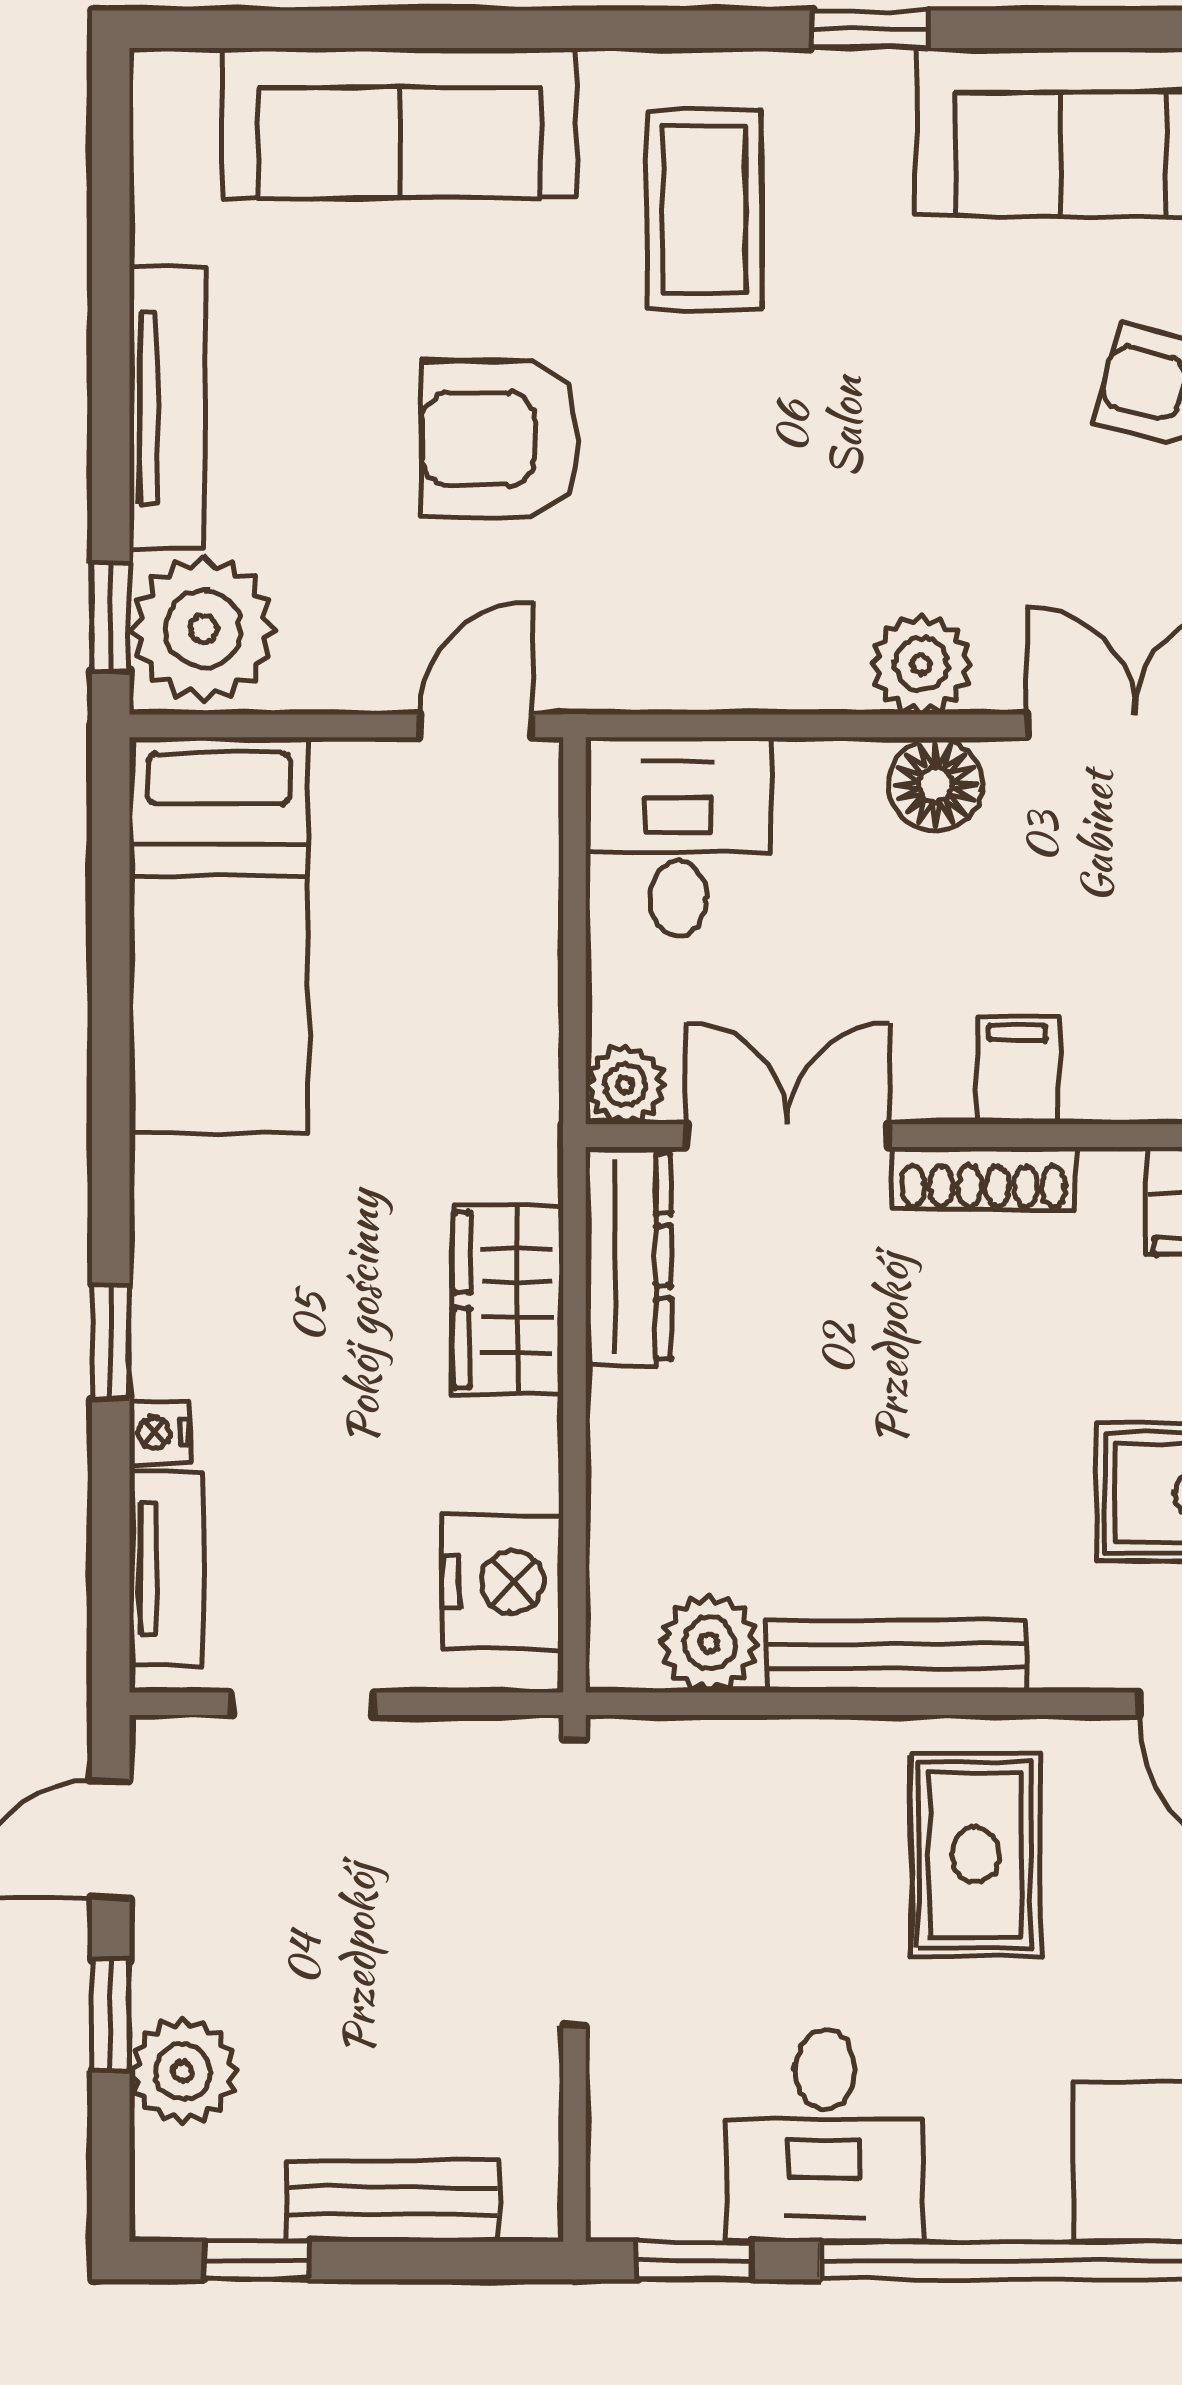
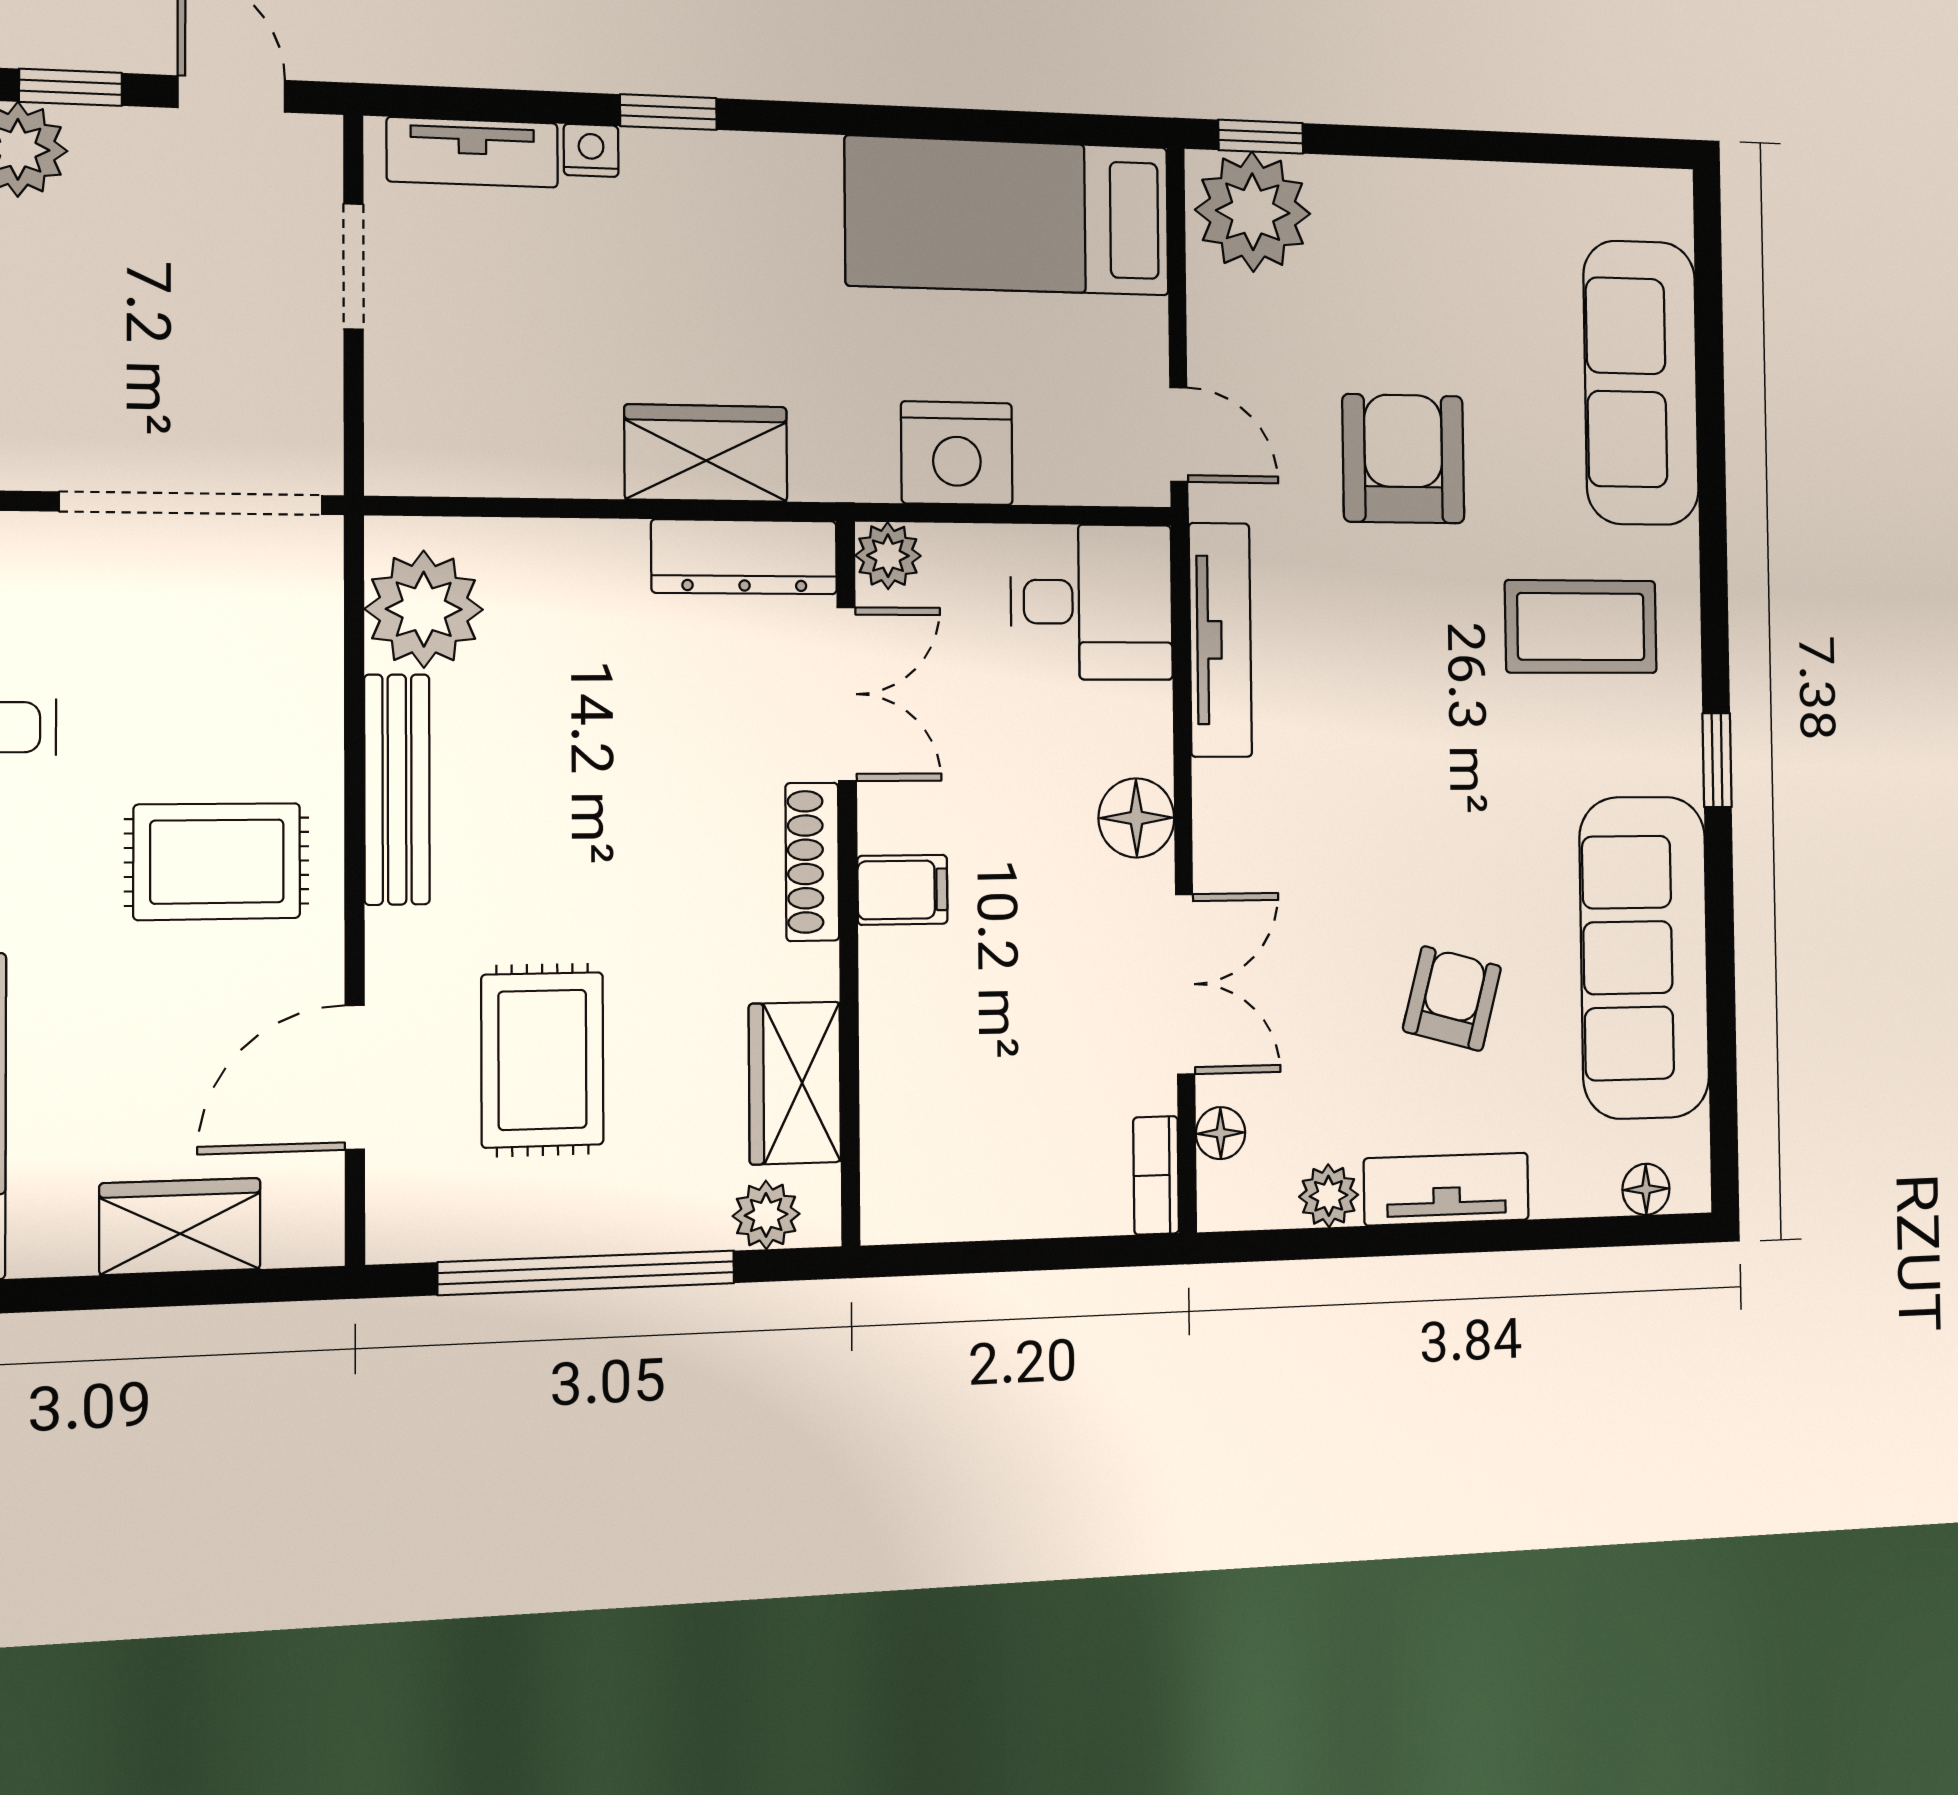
tv unit: (168, 407) -> (1220, 640), moved, turned -90
plant: (921, 664) -> (1232, 805), removed
nightstand: (503, 1582) -> (957, 453), moved
plant: (710, 1643) -> (424, 609), width x1.36, depth x1.36

